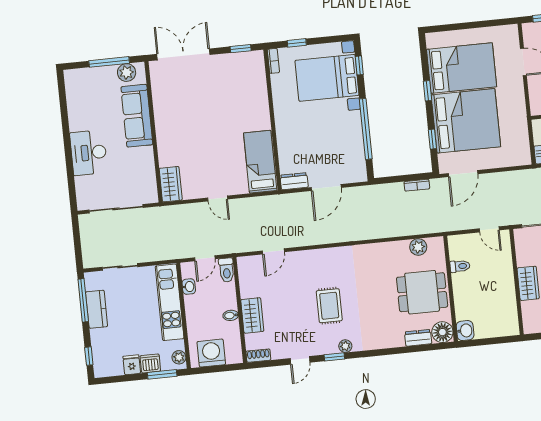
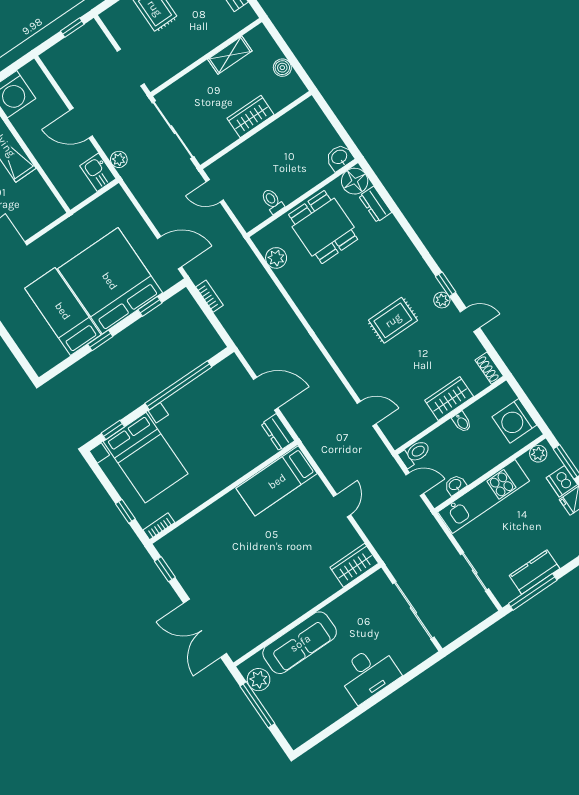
bed: (462, 68) -> (63, 311), width x0.67
door: (489, 229) -> (215, 191), swing flipped
plant: (345, 346) -> (442, 300), moved

